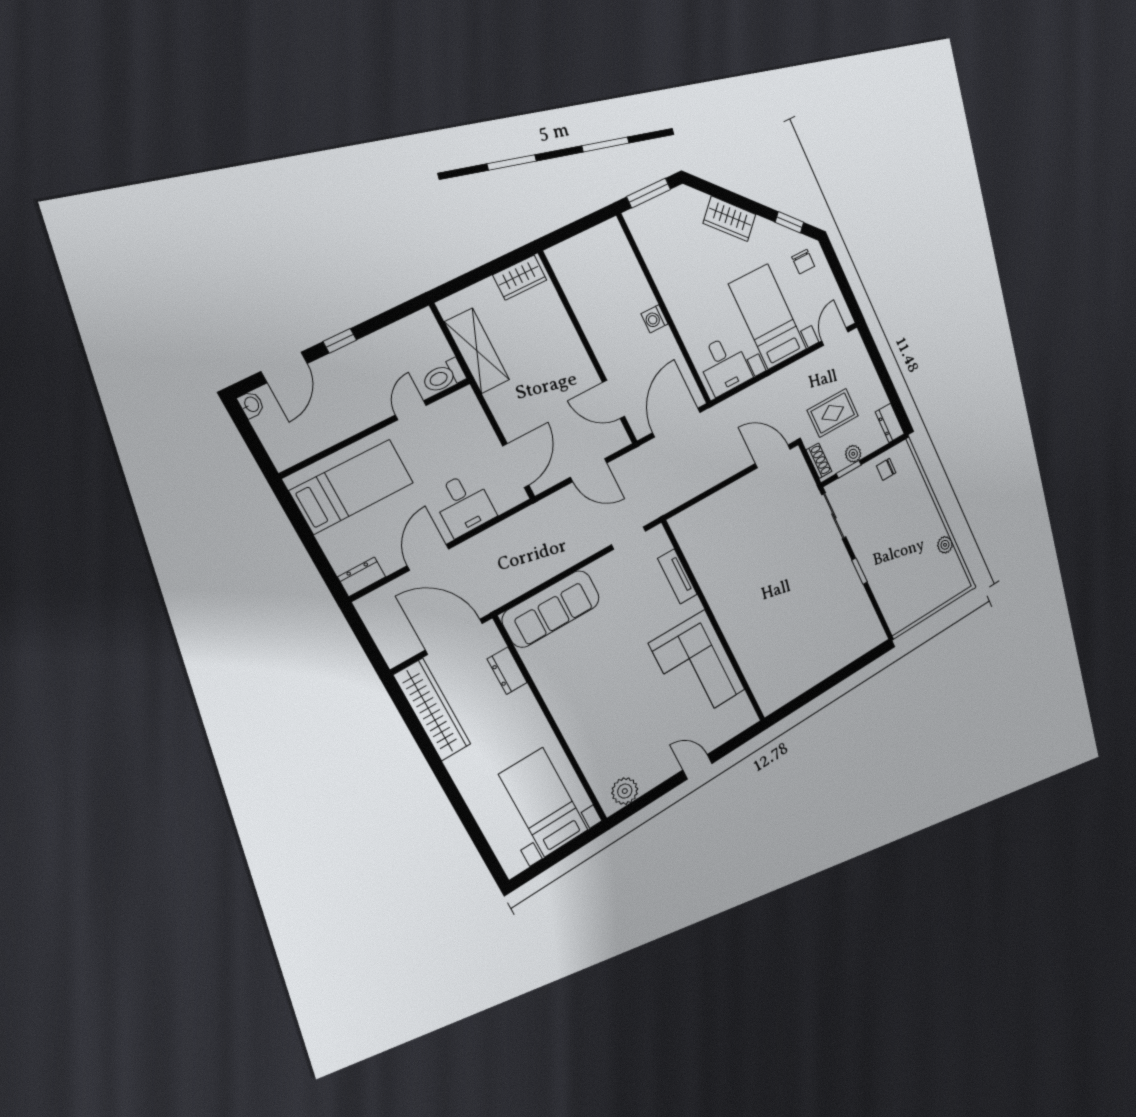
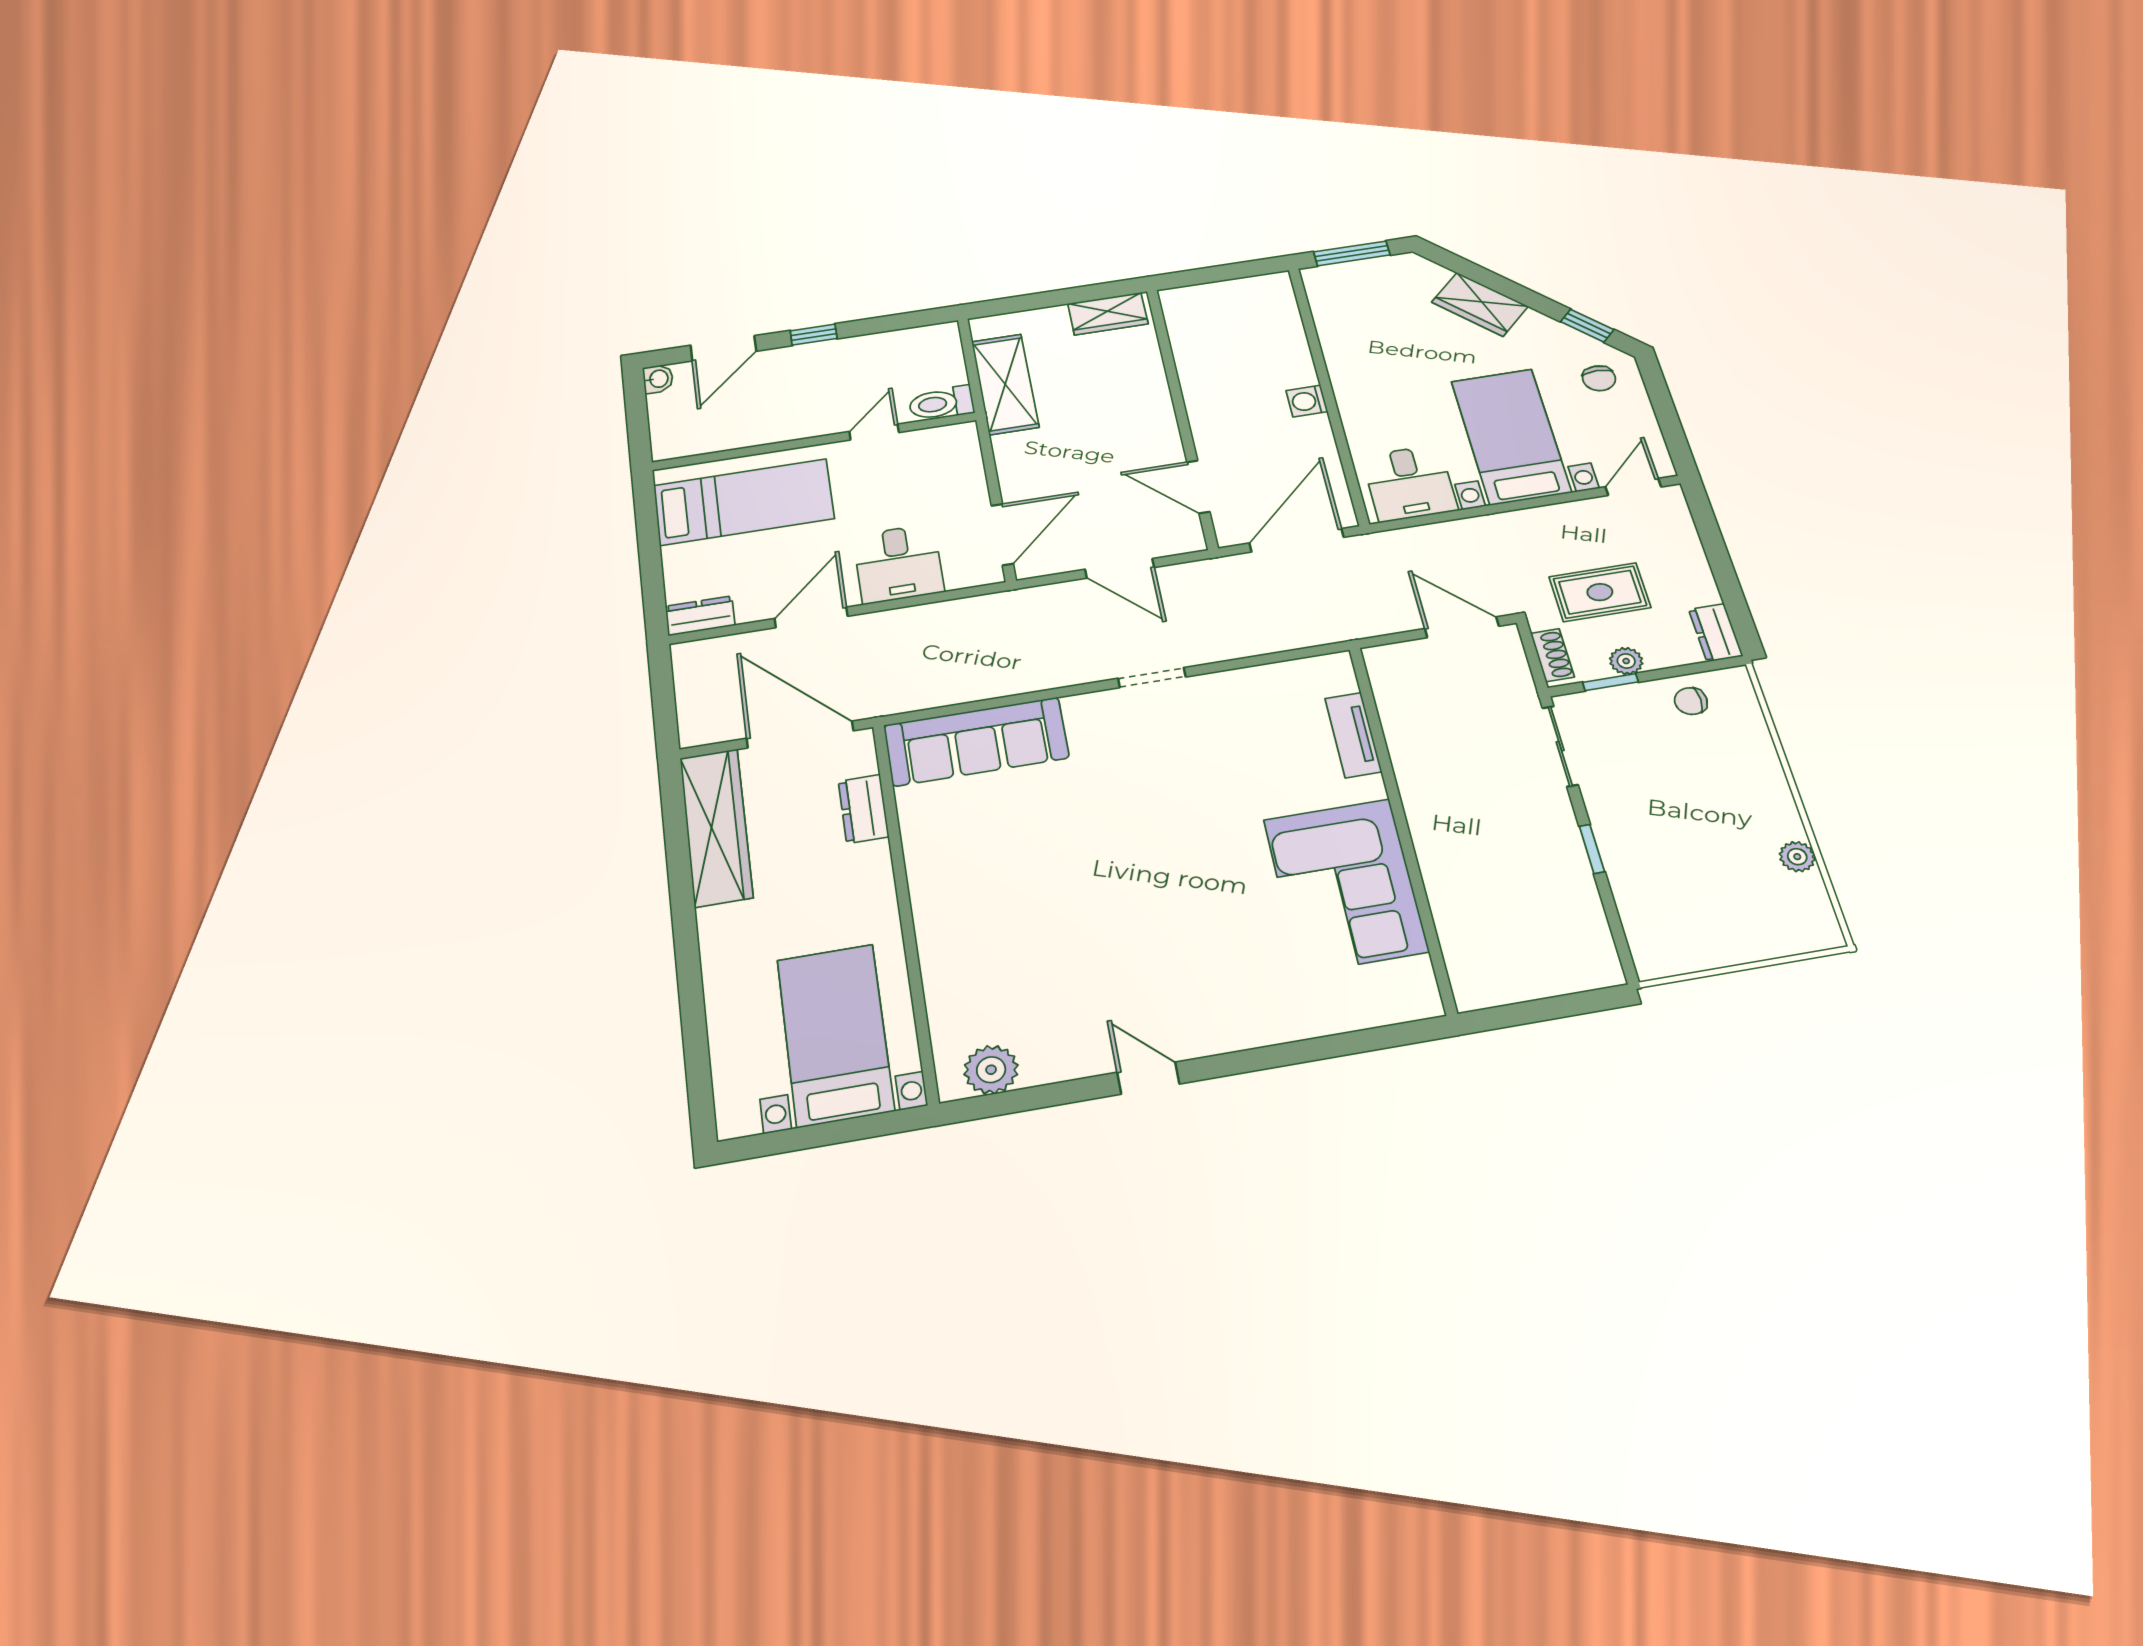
tv unit: (677, 576) -> (1353, 735), moved
wall: (714, 622) -> (1401, 824), moved
corner sofa: (697, 667) -> (1345, 885), moved

